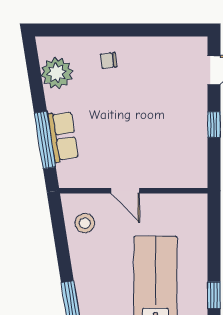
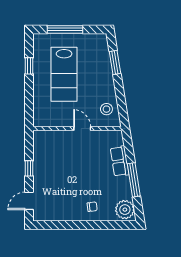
plant: (57, 73) -> (125, 210), moved
window: (45, 140) -> (134, 180), moved

